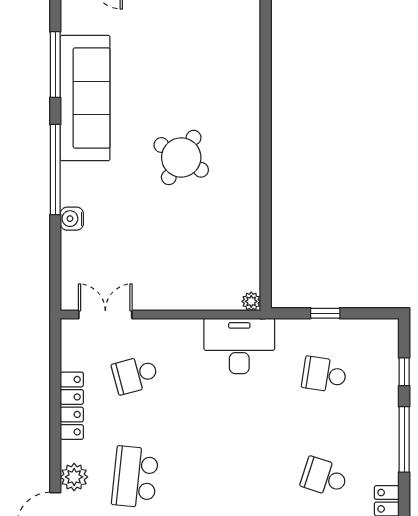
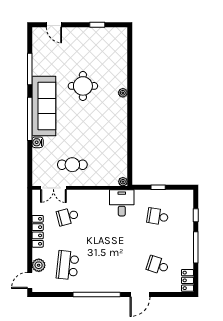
sofa: (85, 98) -> (44, 106), moved
plant: (251, 115) -> (123, 93), added
round table: (181, 157) -> (83, 86), moved, turned -32
cafe table: (145, 266) -> (72, 165), added
double door: (105, 315) -> (53, 188), swing flipped
desk: (239, 346) -> (122, 203), width x0.73

